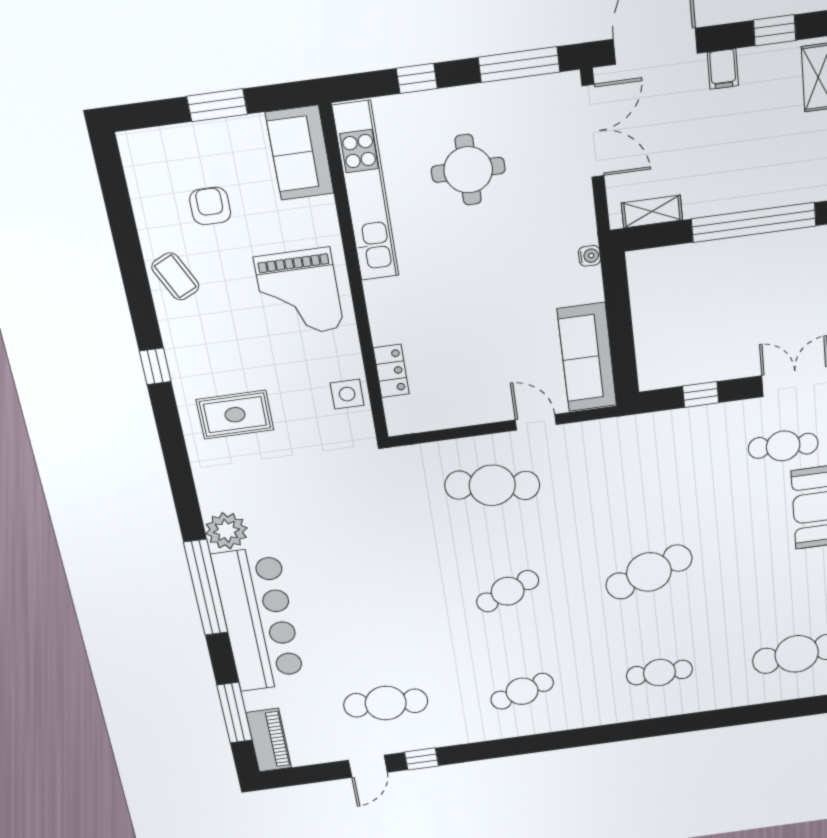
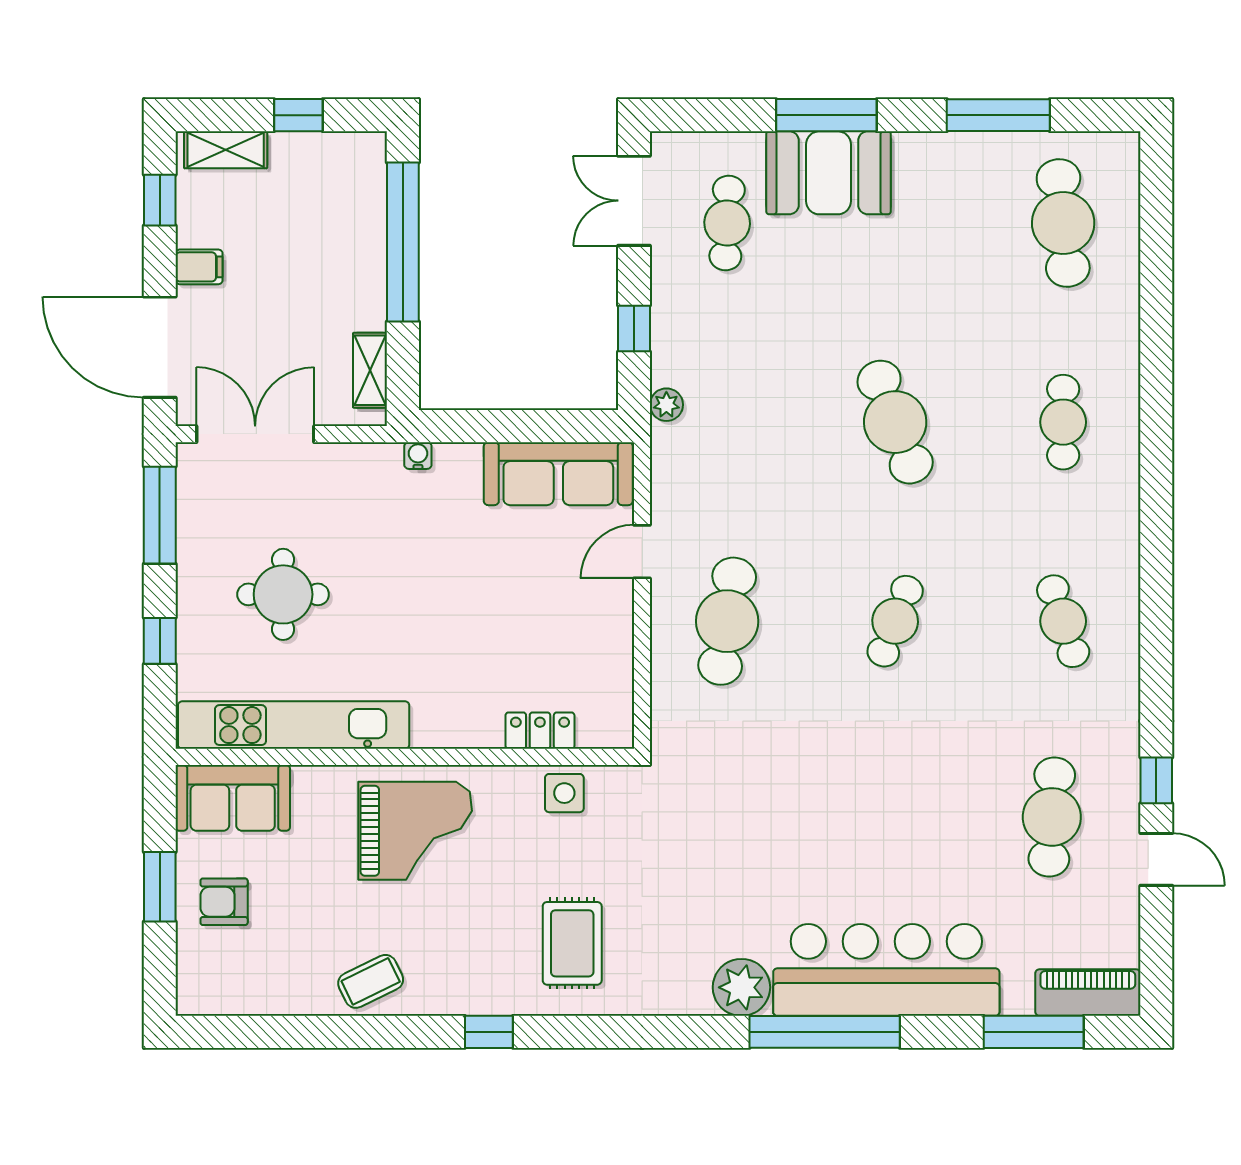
armchair: (210, 206) -> (224, 902), moved
plant: (646, 424) -> (666, 405), added
cafe table: (508, 591) -> (895, 621), turned 45

